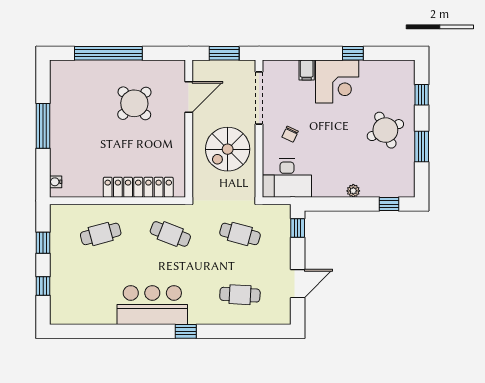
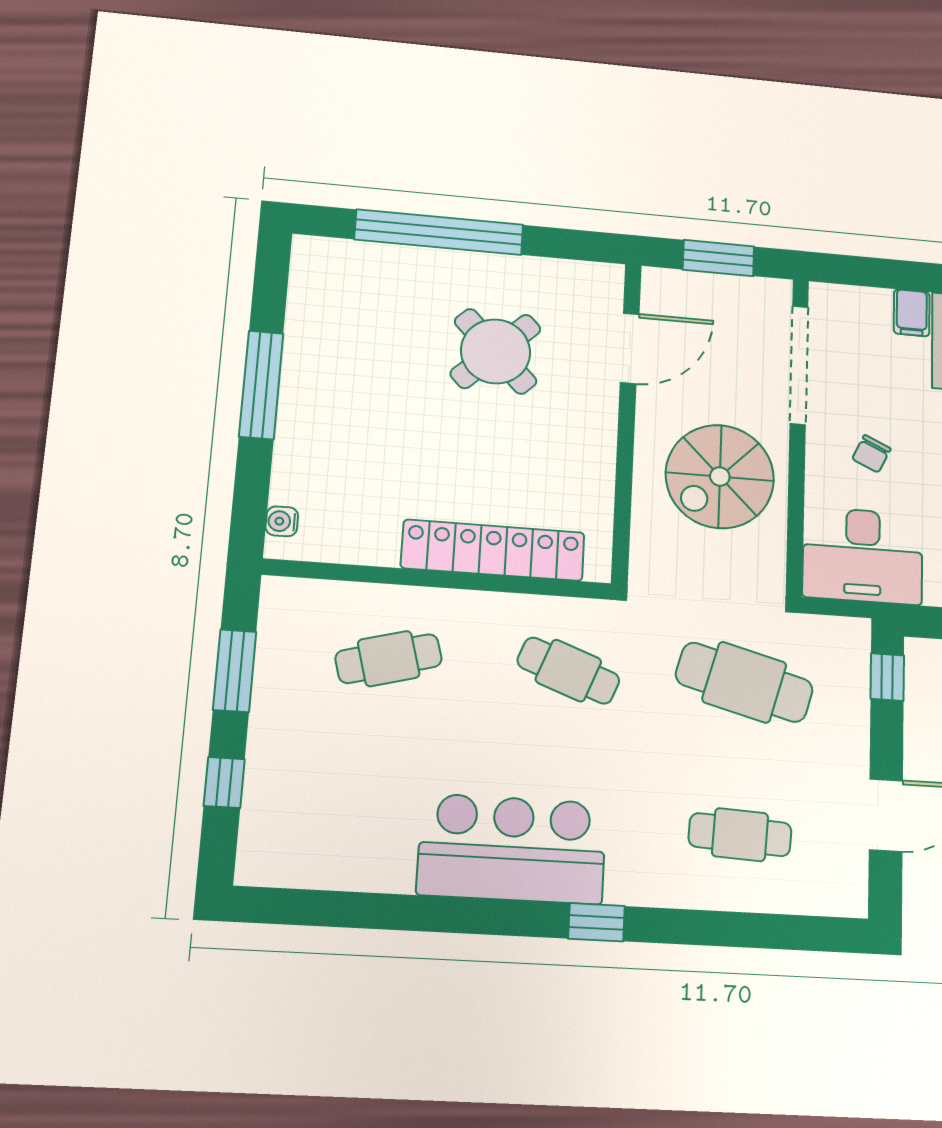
cafe table: (240, 234) -> (744, 682), width x1.37, depth x1.35
window: (43, 243) -> (235, 671), width x1.50

